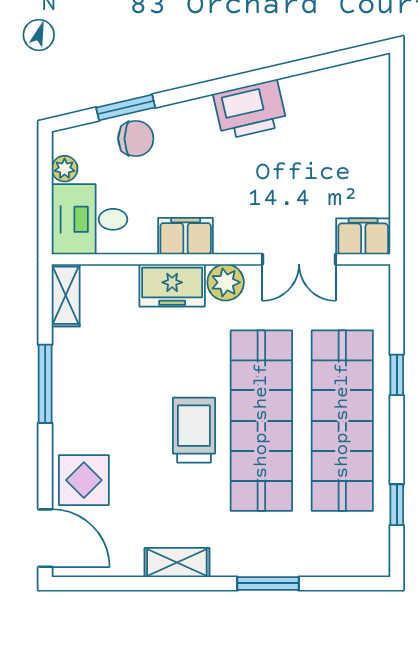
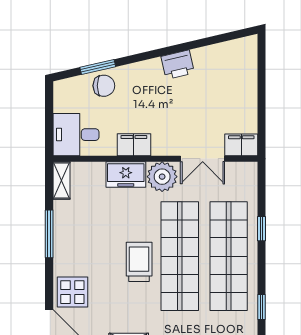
printer: (250, 109) -> (178, 65), width x0.73, depth x0.84
plant: (65, 169) -> (61, 104), removed
plant: (226, 282) -> (162, 177), width x1.36, depth x1.36

